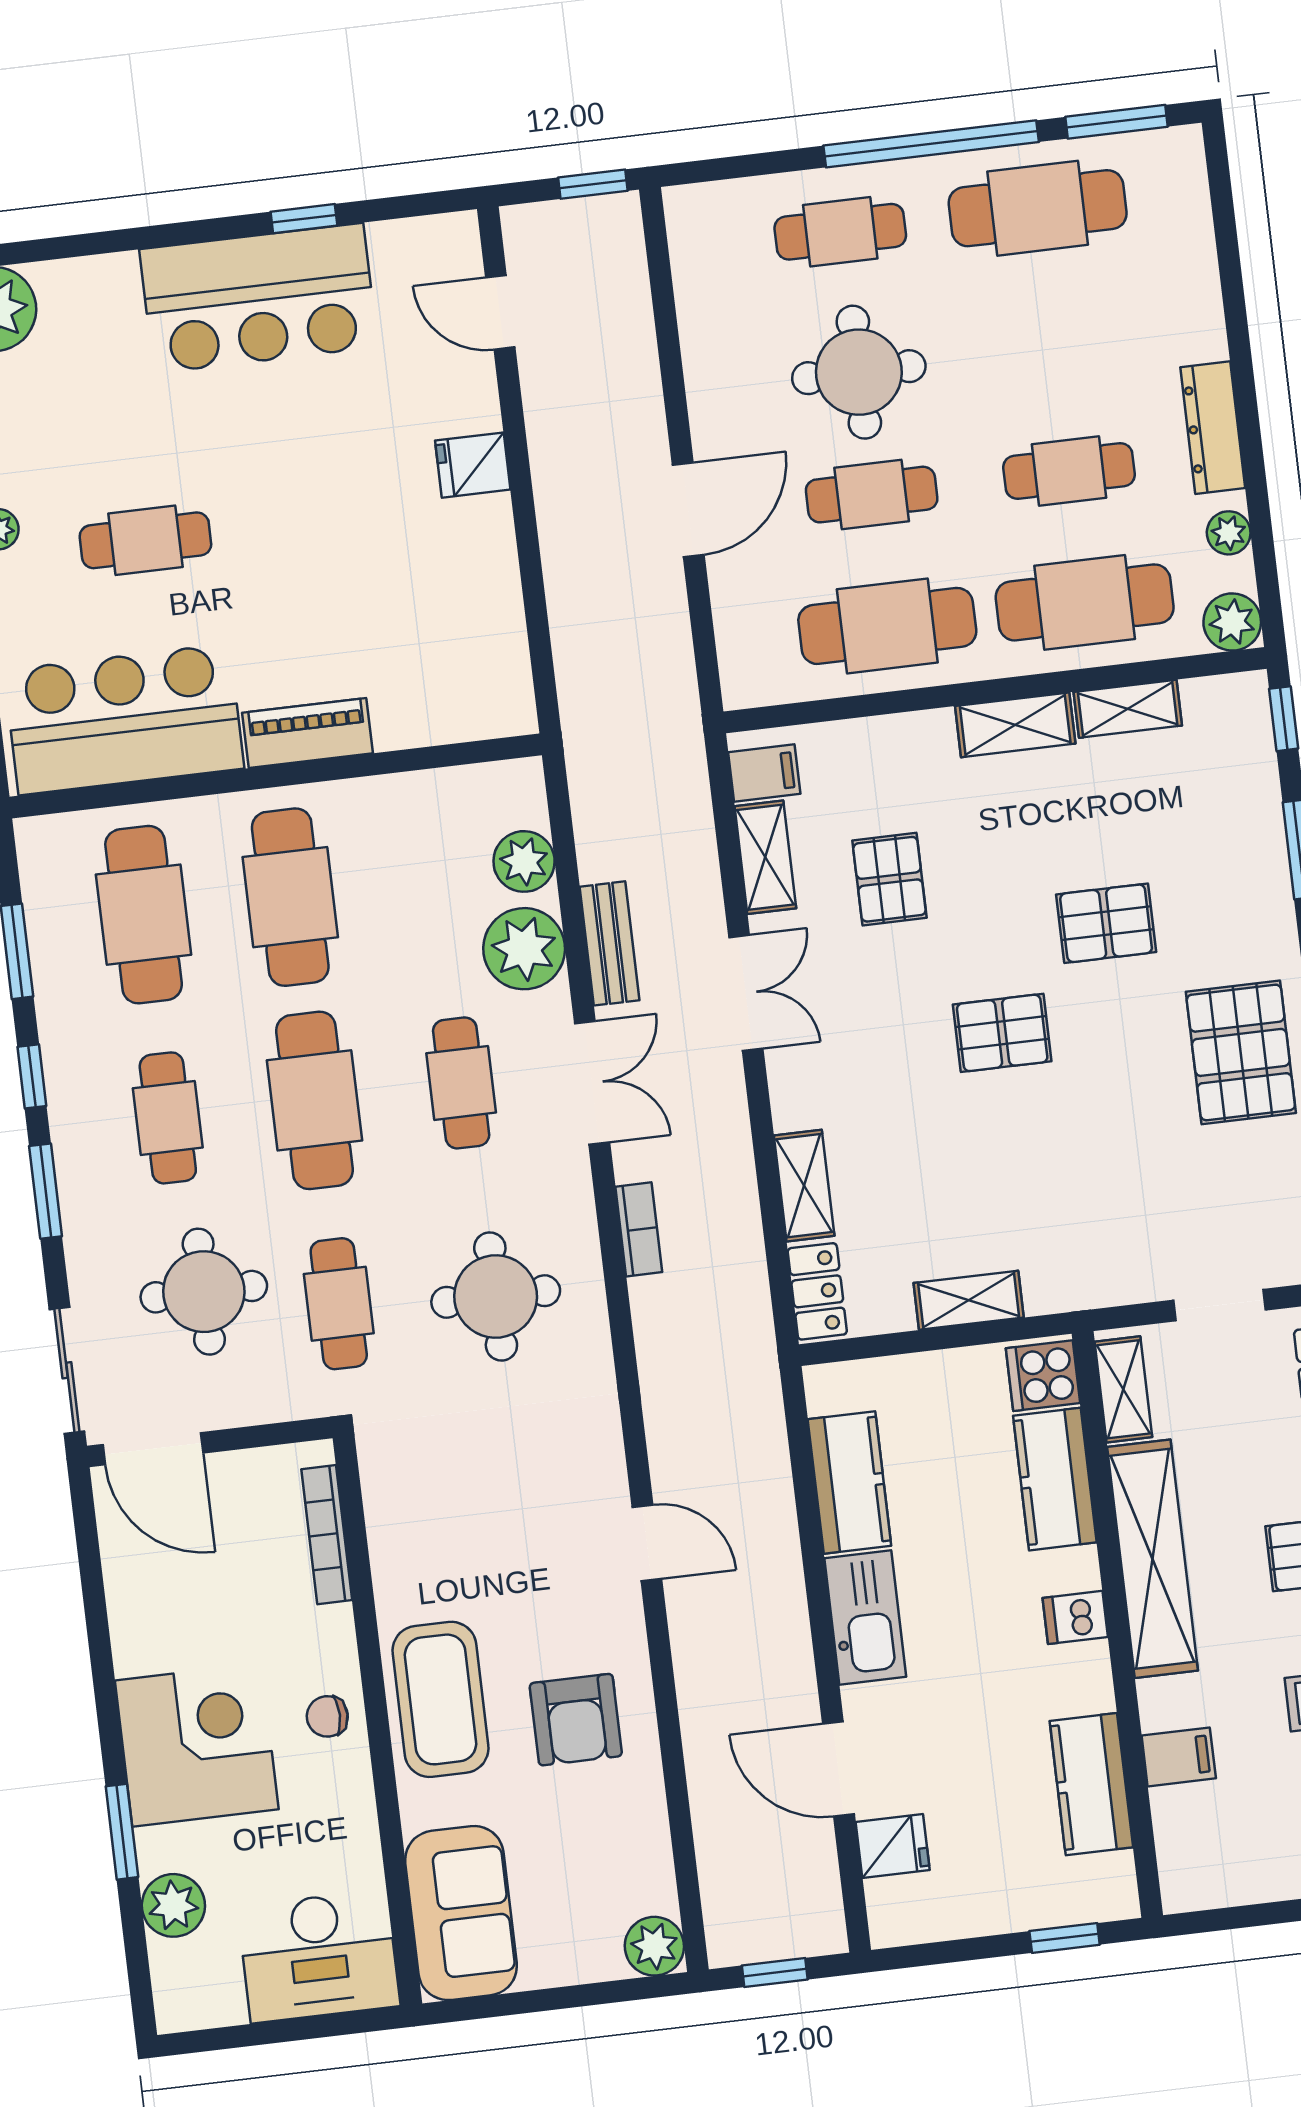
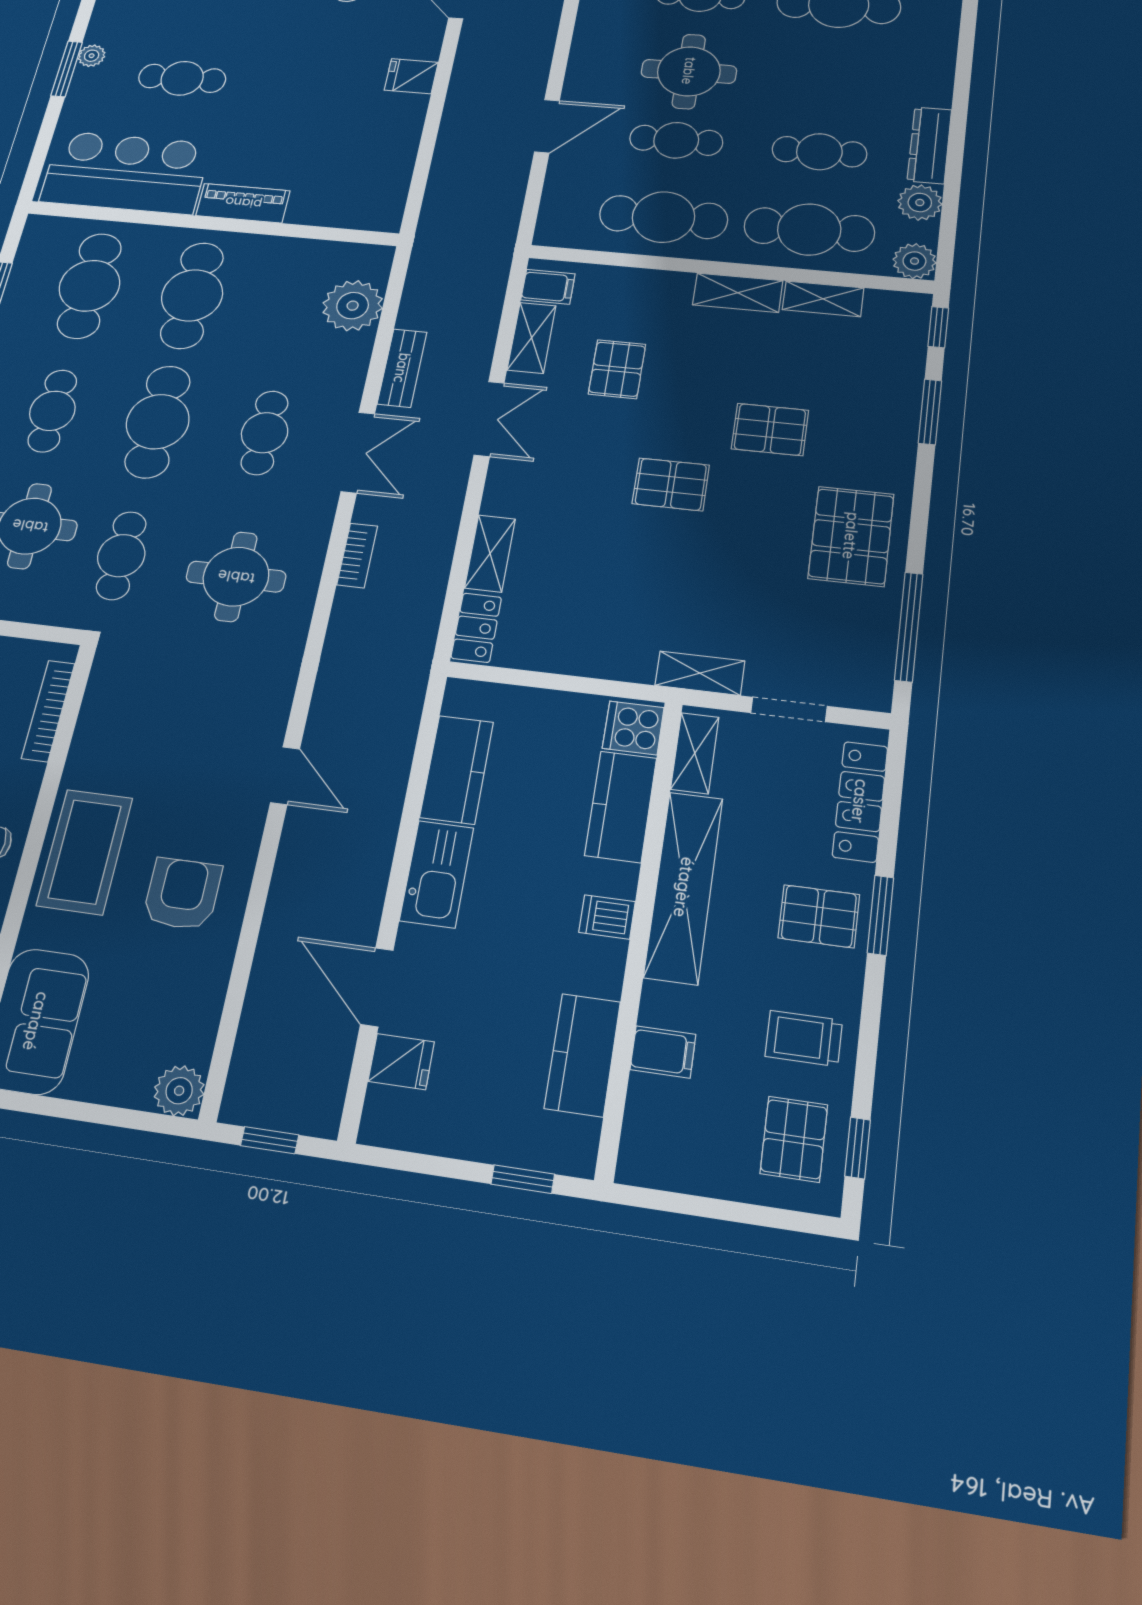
plant: (1229, 533) -> (920, 203), width x1.38, depth x1.38
plant: (524, 861) -> (353, 306), width x1.36, depth x1.36
plant: (524, 949) -> (341, 359), removed
shelving: (969, 1300) -> (700, 673), moved
armchair: (576, 1720) -> (182, 894), turned 180

